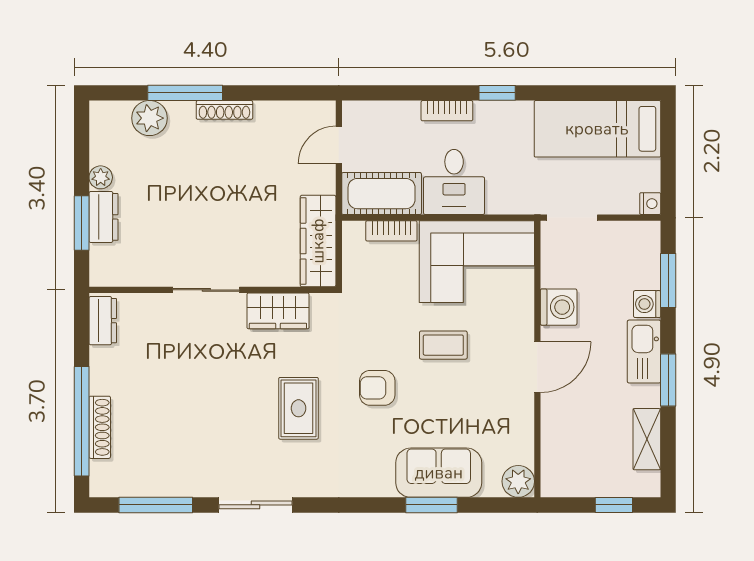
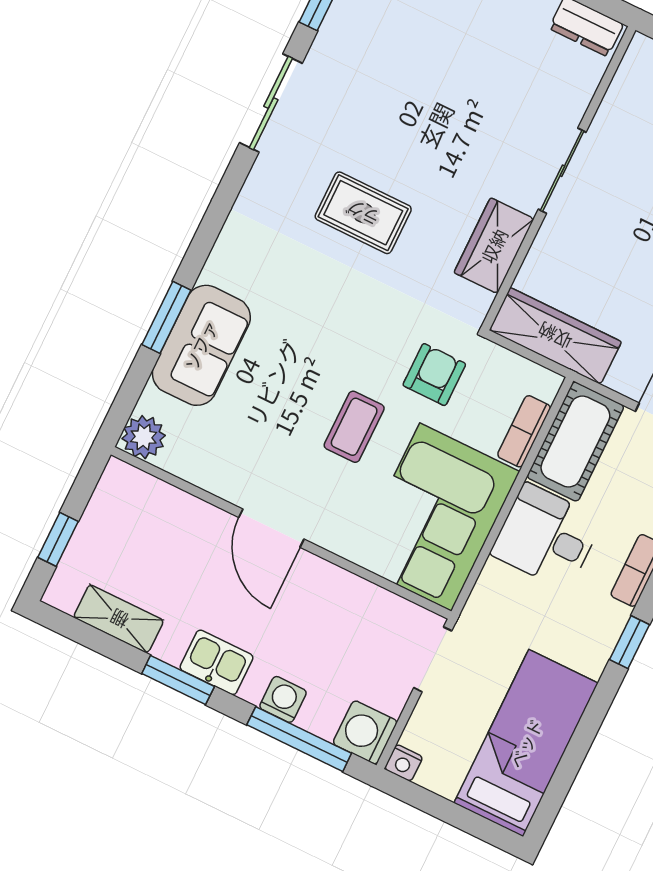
window: (668, 280) -> (299, 739), width x1.44
washing machine: (559, 307) -> (365, 732), moved, turned 90
kitchen sink: (644, 352) -> (217, 662), width x0.73
armchair: (377, 388) -> (434, 375), moved

